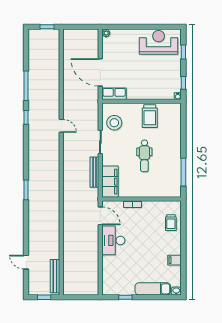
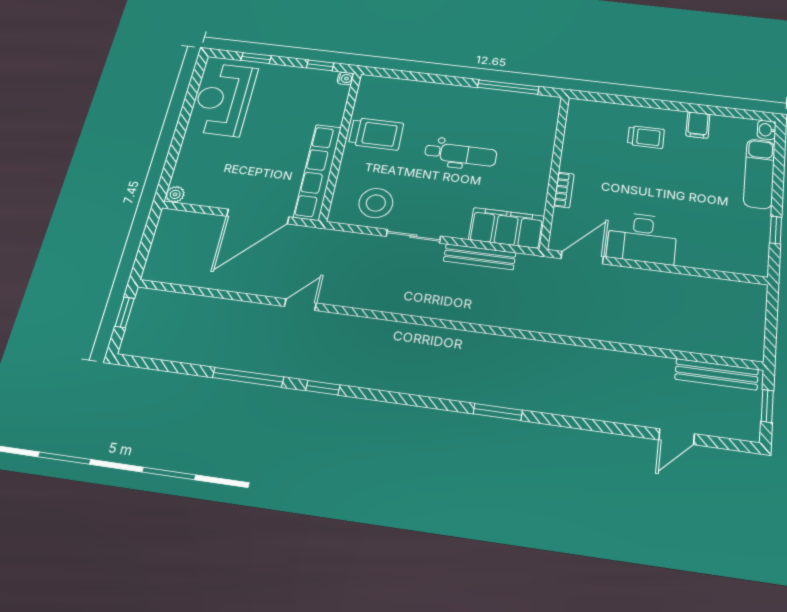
row of seats: (114, 94) -> (318, 172), width x2.02
door: (61, 126) -> (300, 305), moved
trolley: (171, 223) -> (646, 137), moved

